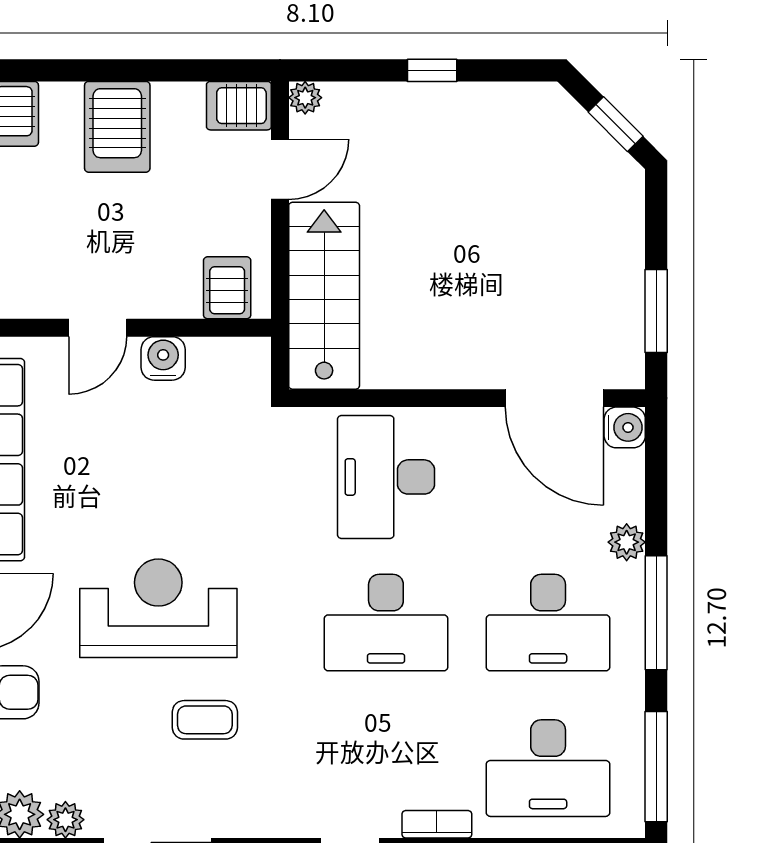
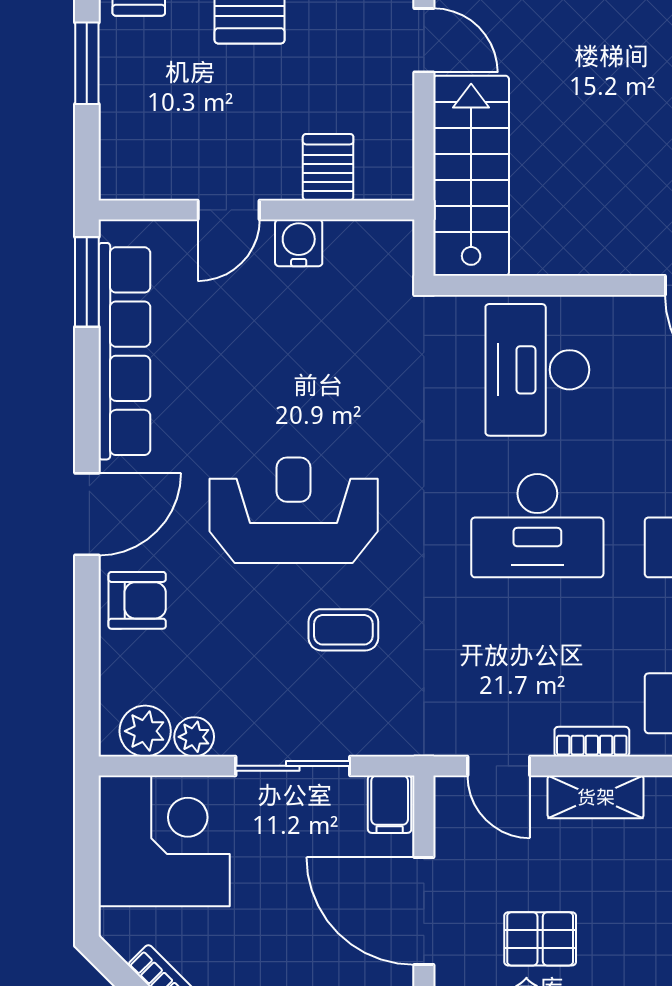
door: (280, 169) -> (424, 40), hinge flipped
server rack: (227, 288) -> (328, 167), moved

